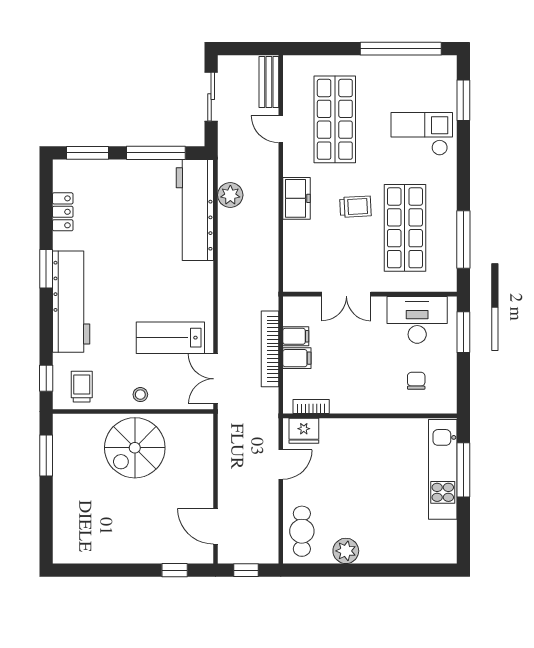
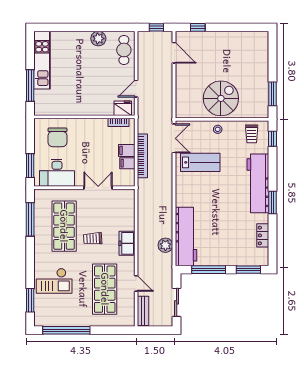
chair: (416, 381) -> (57, 137), width x1.87, depth x1.87
kitchen unit: (443, 469) -> (42, 60), moved

